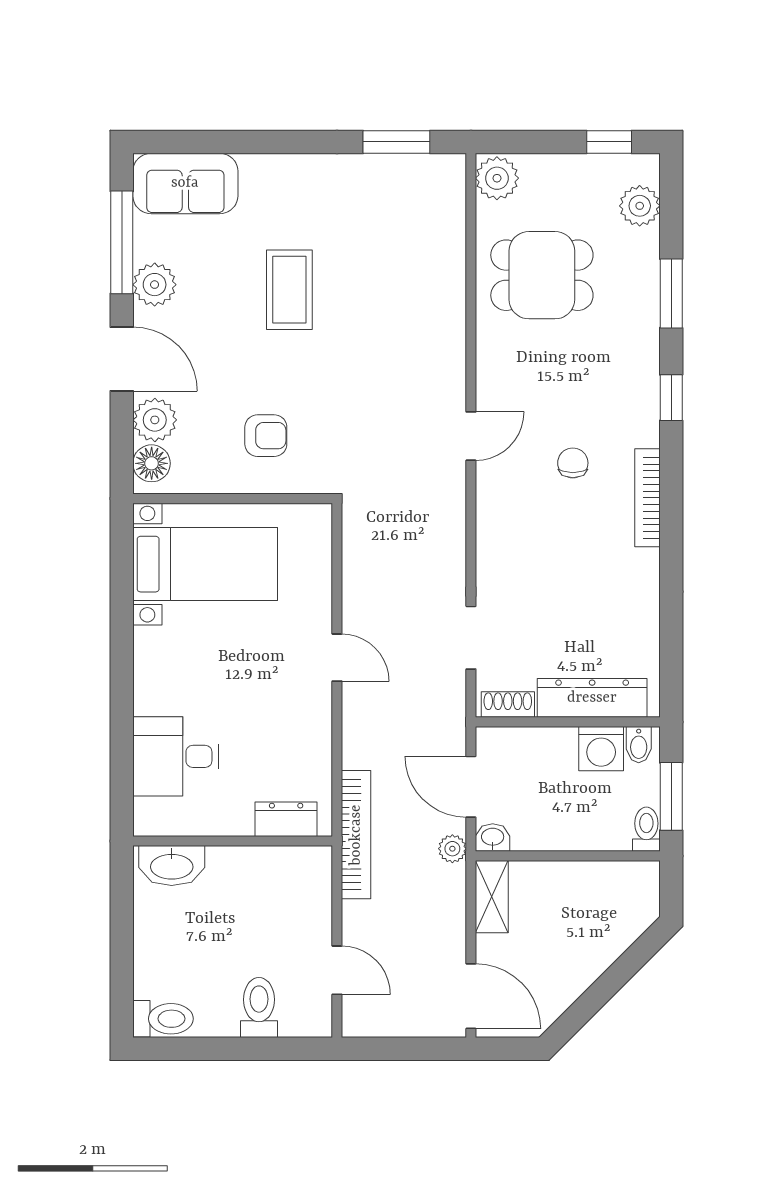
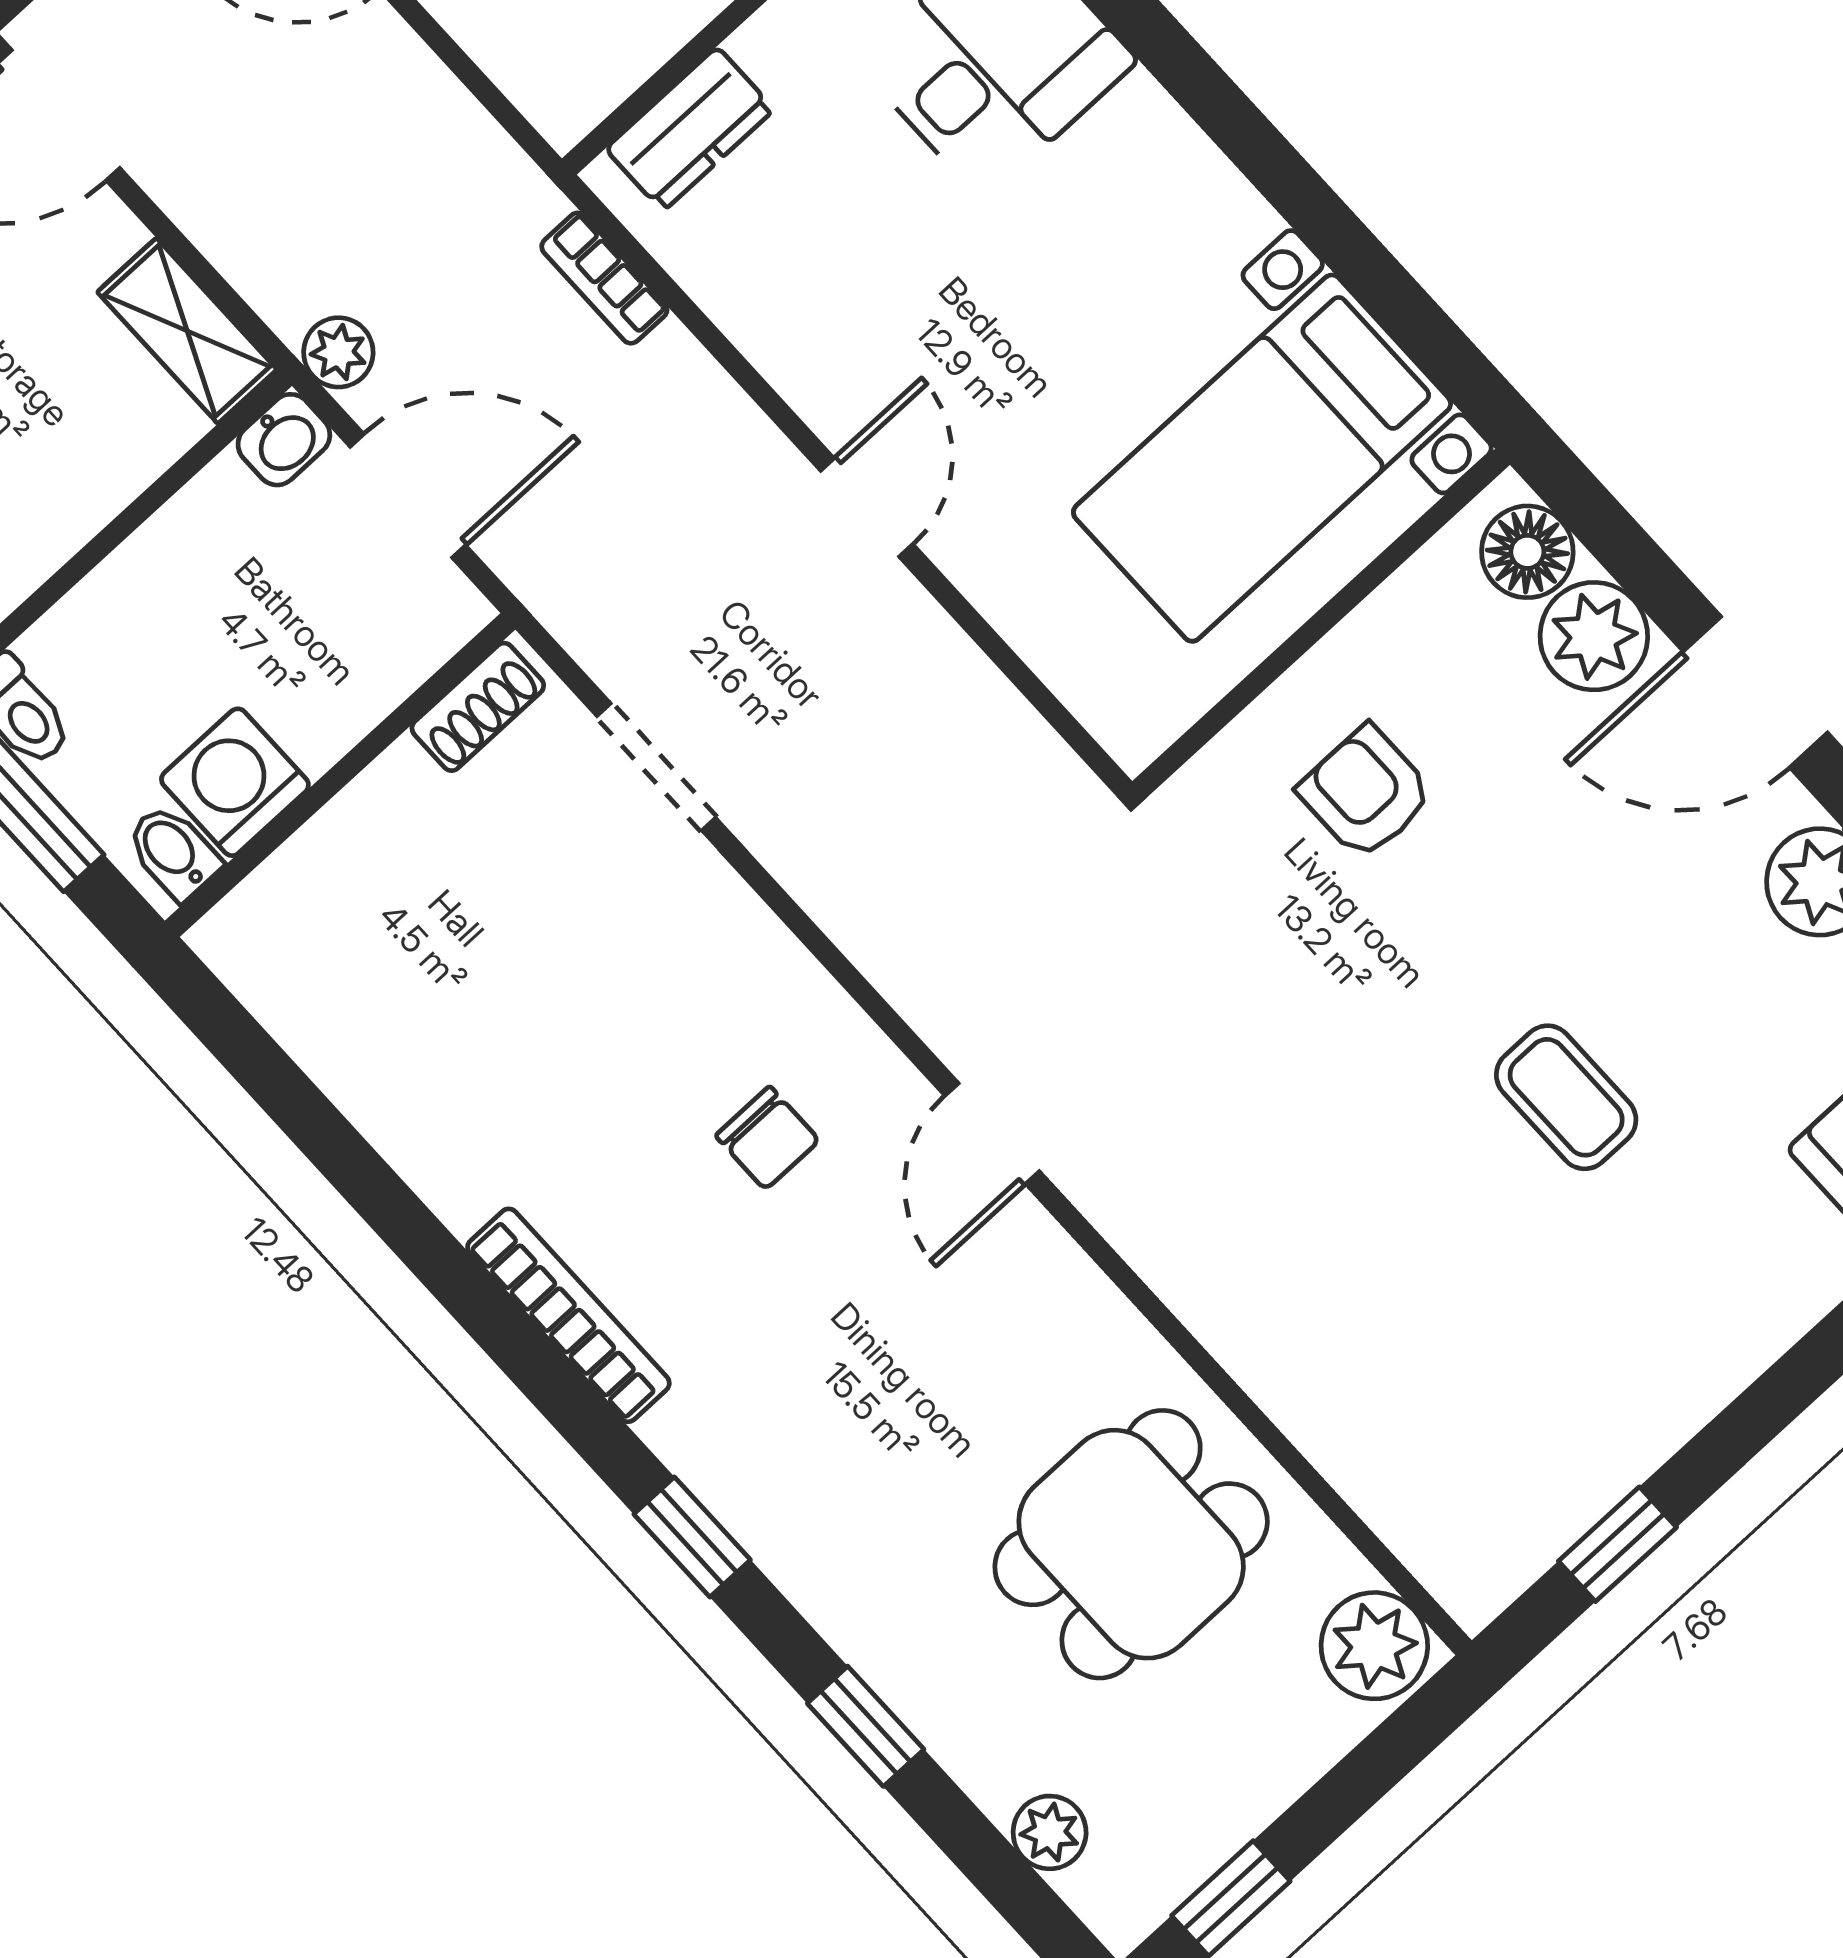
window: (396, 142) -> (1617, 1544), width x0.67
plant: (640, 206) -> (1050, 1832), width x0.73, depth x0.73
coffee table: (289, 290) -> (1566, 1097), width x0.73, depth x0.77
window: (671, 293) -> (866, 1726), width x0.67
armchair: (266, 436) -> (1366, 793), turned 90
chair: (573, 463) -> (767, 1138), moved
door: (337, 658) -> (867, 507), swing flipped
dresser: (592, 698) -> (336, 859), removed
bookcase: (356, 835) -> (604, 278), width x0.43, depth x0.76

